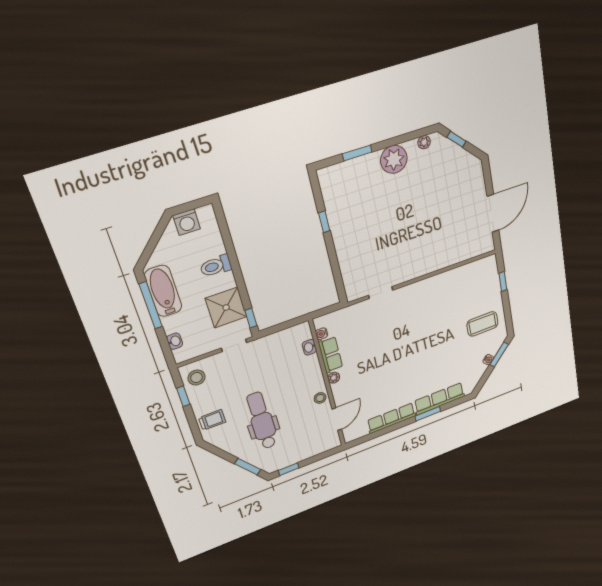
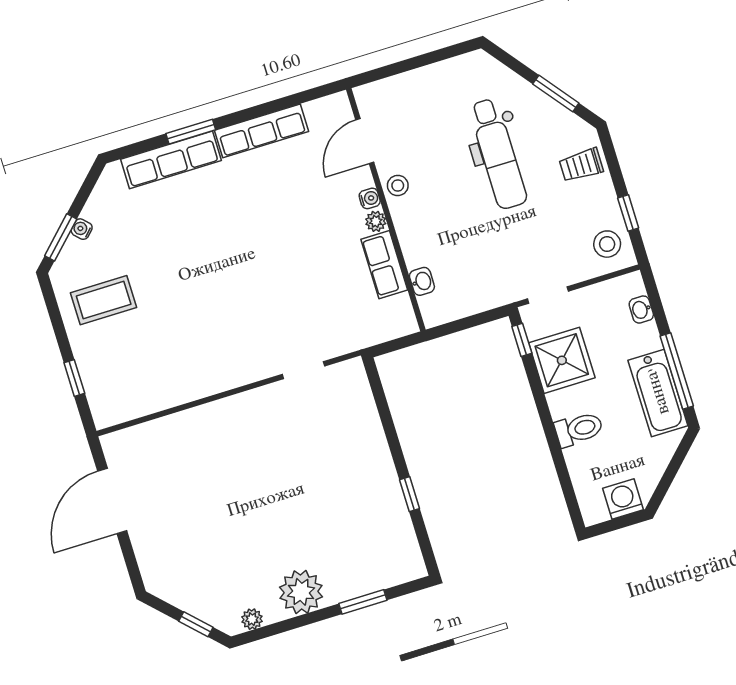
water cooler: (322, 334) -> (370, 198), moved
window: (248, 467) -> (556, 94), moved
window: (289, 469) -> (447, 53), removed

